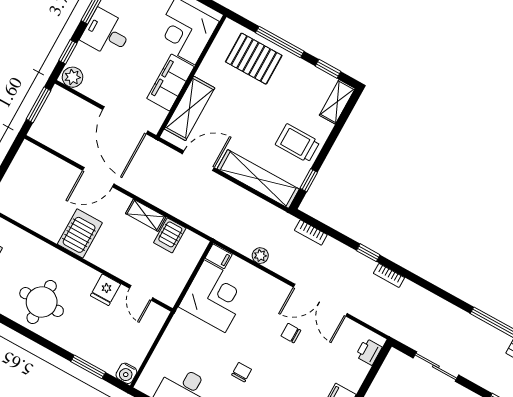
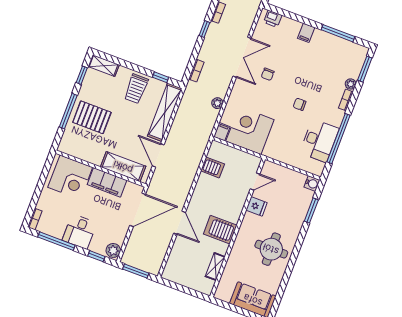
pallet: (254, 59) -> (92, 117), moved, turned 90
shelving: (146, 215) -> (215, 267), moved

